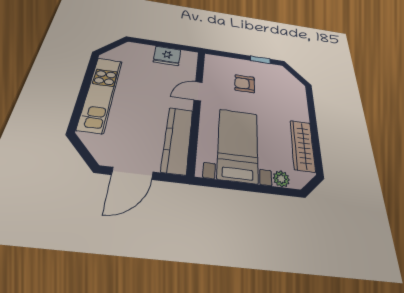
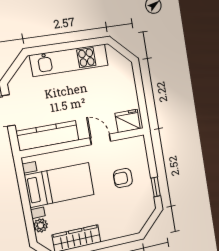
fridge: (167, 56) -> (128, 121), moved, turned 90
armchair: (245, 84) -> (123, 178), turned -90

